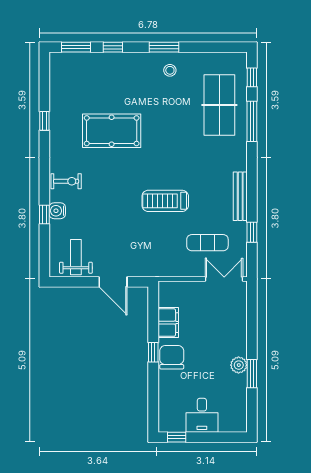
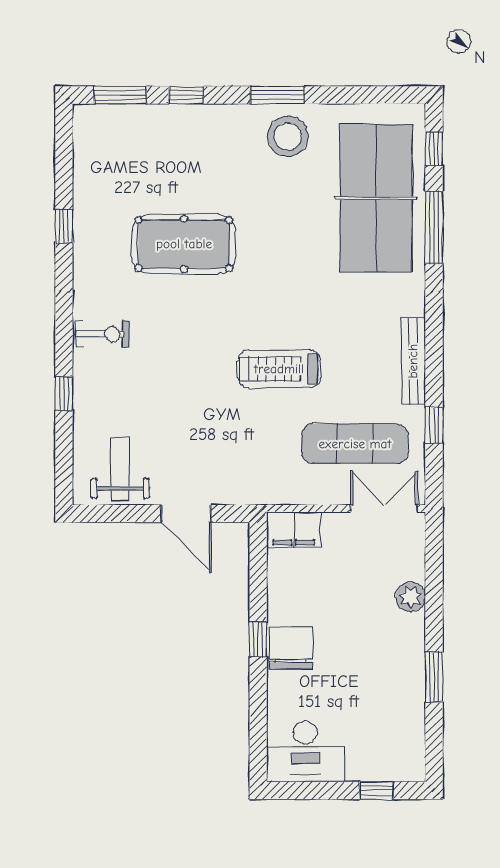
stool: (170, 70) -> (288, 136), width x1.89, depth x1.89
table tennis table: (219, 105) -> (376, 198), width x1.36, depth x1.32
water cooler: (57, 211) -> (87, 387), removed
exercise mat: (207, 243) -> (355, 444), width x1.36, depth x1.45
filing cabinet: (168, 323) -> (294, 530), moved, turned 90
plant: (239, 365) -> (411, 597), moved
desk: (202, 415) -> (305, 751), moved, width x1.37
window: (177, 437) -> (376, 791), moved

